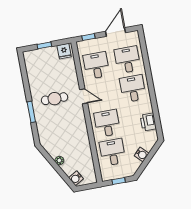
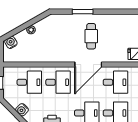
door: (84, 96) -> (88, 65), width x1.87

